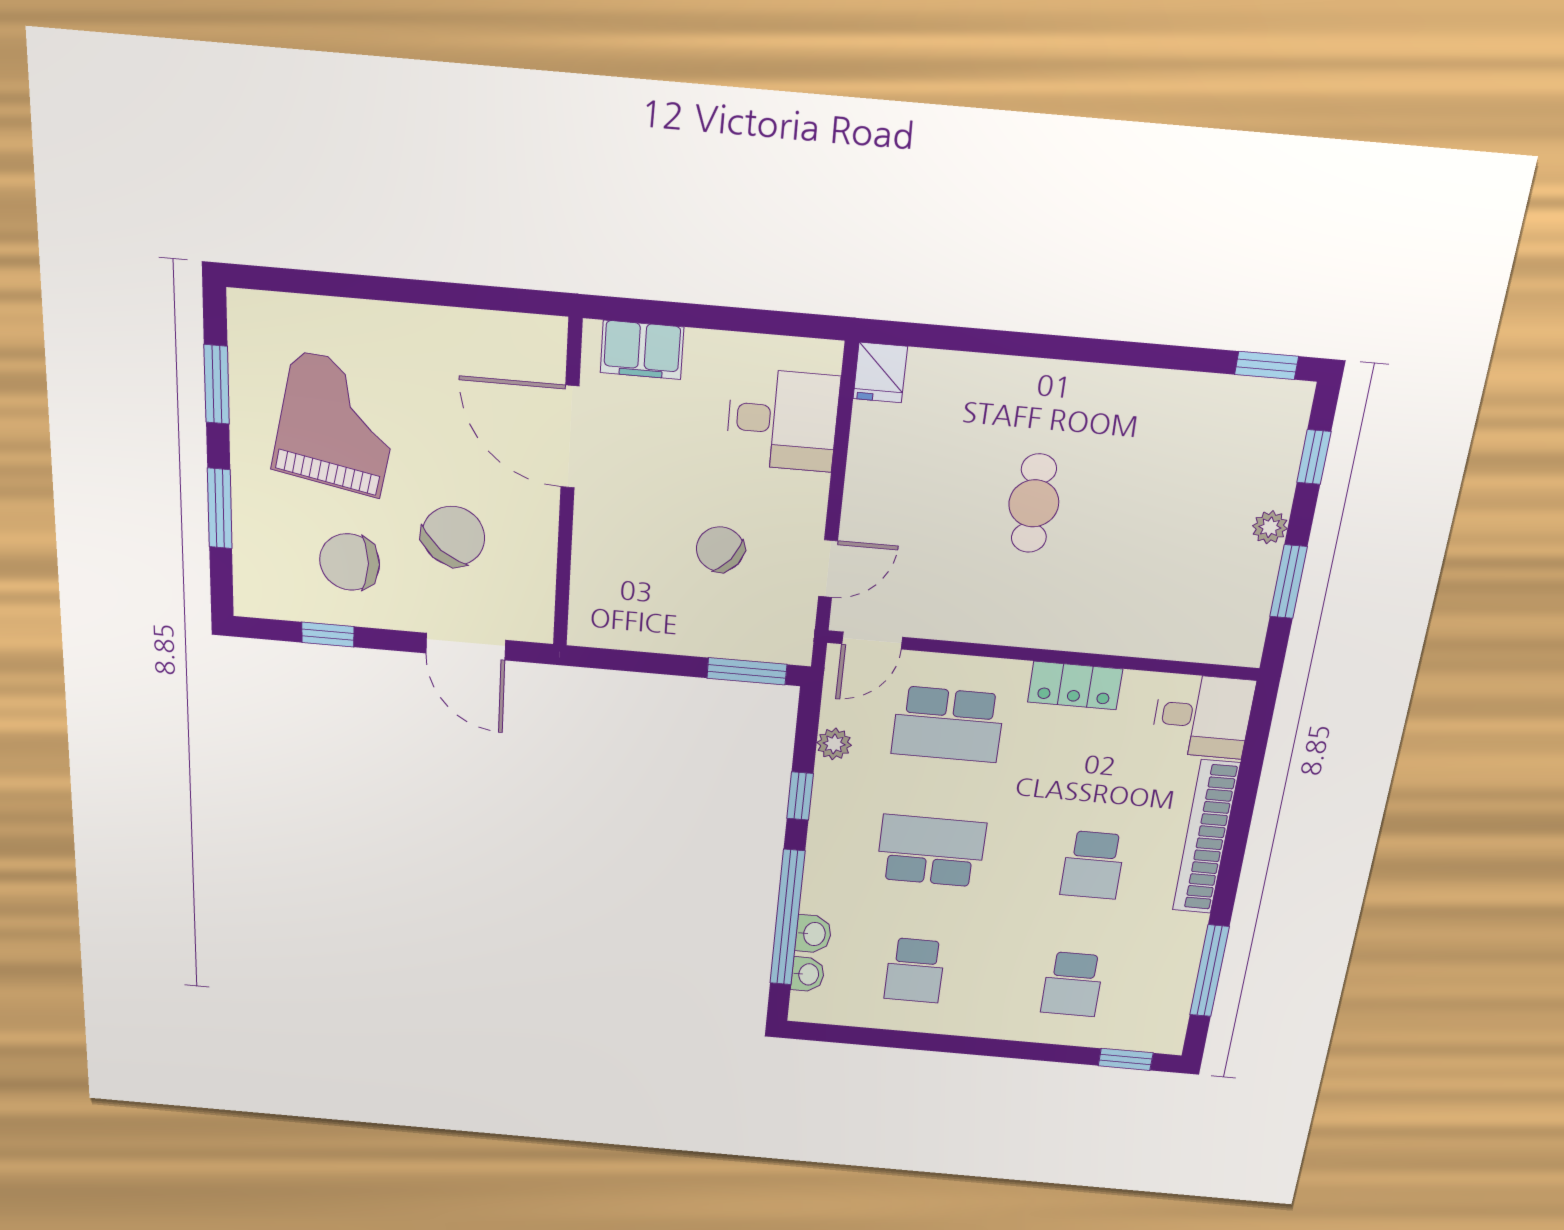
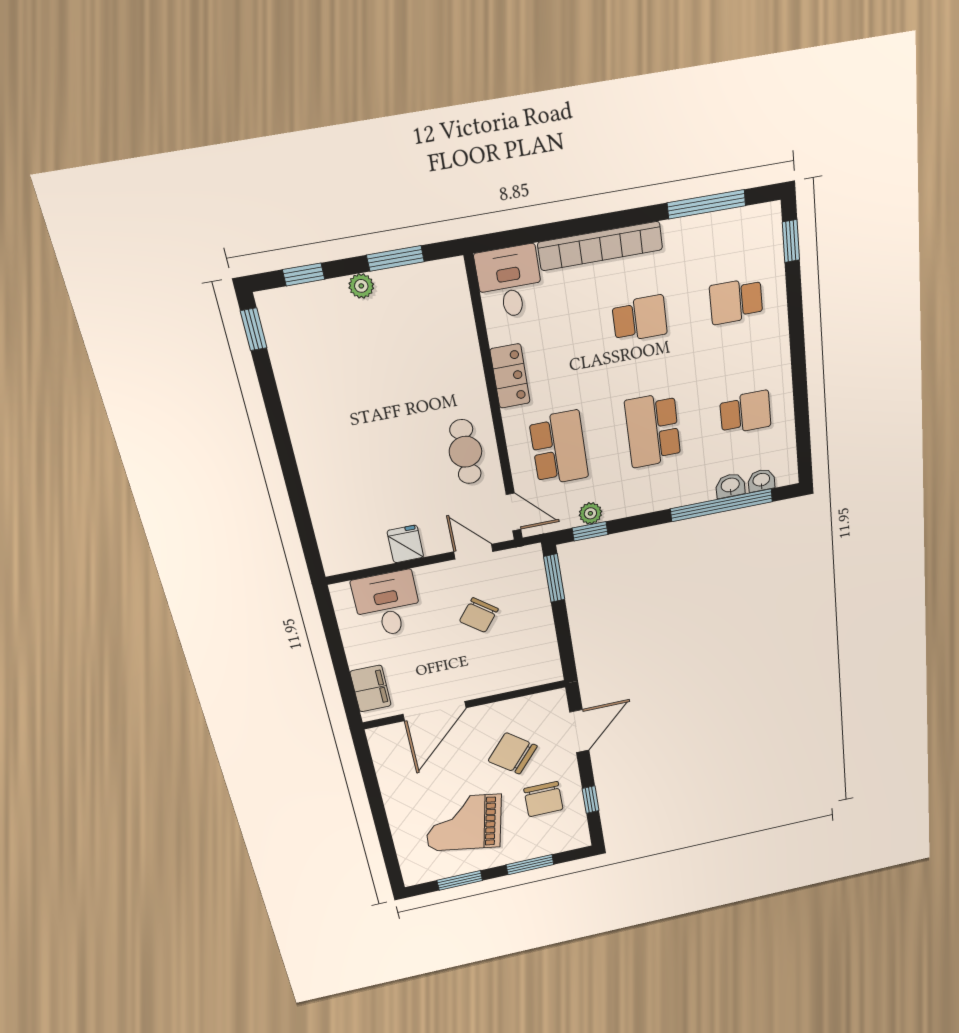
fridge: (880, 373) -> (405, 544), moved, turned -90
cafe table: (1034, 503) -> (465, 452), moved, turned 90
window: (800, 796) -> (590, 531), moved
school desk: (1072, 984) -> (736, 301), turned 180

